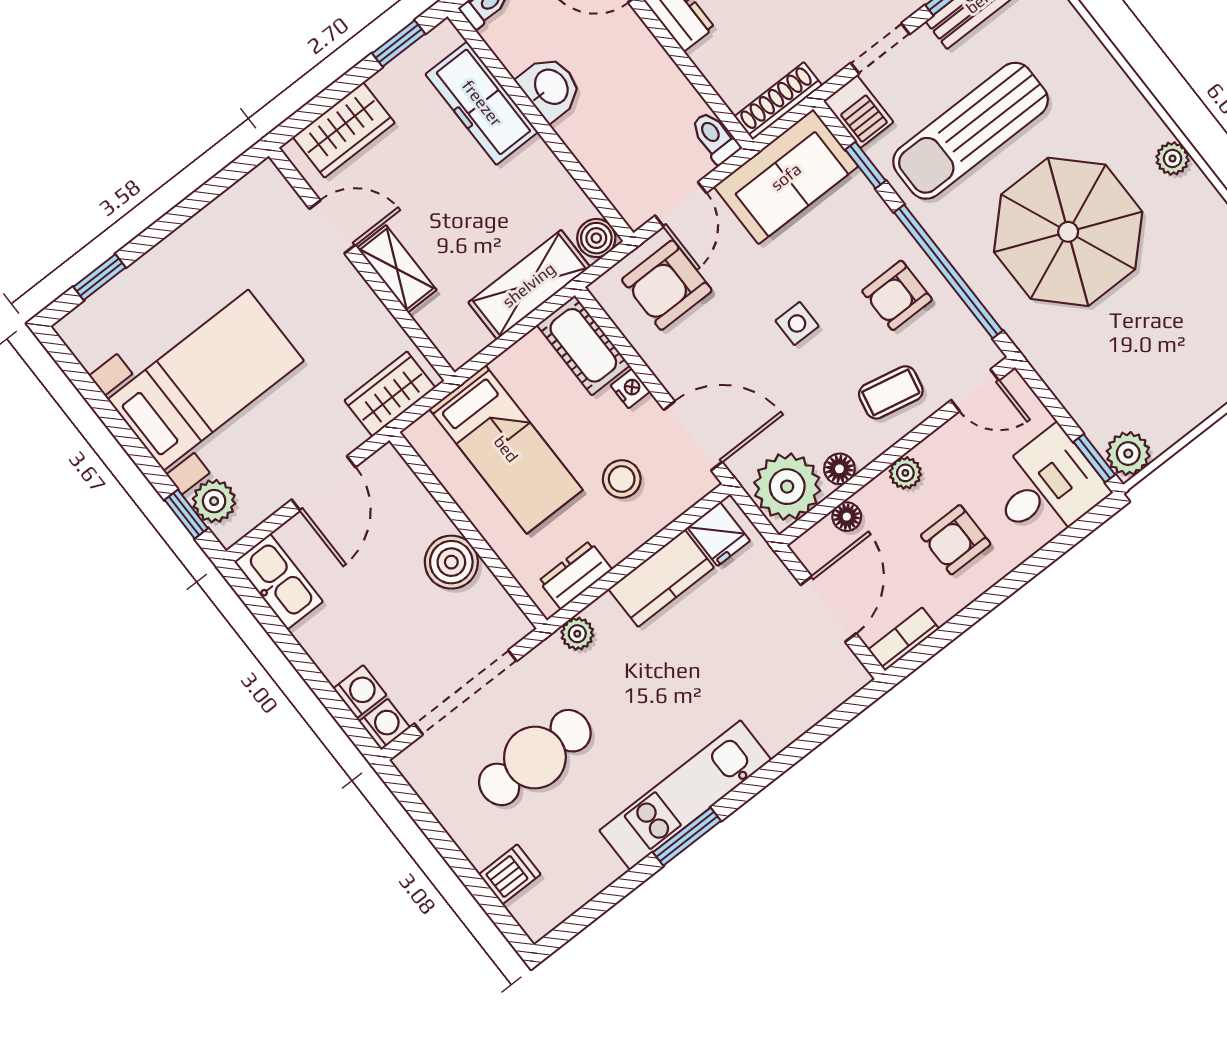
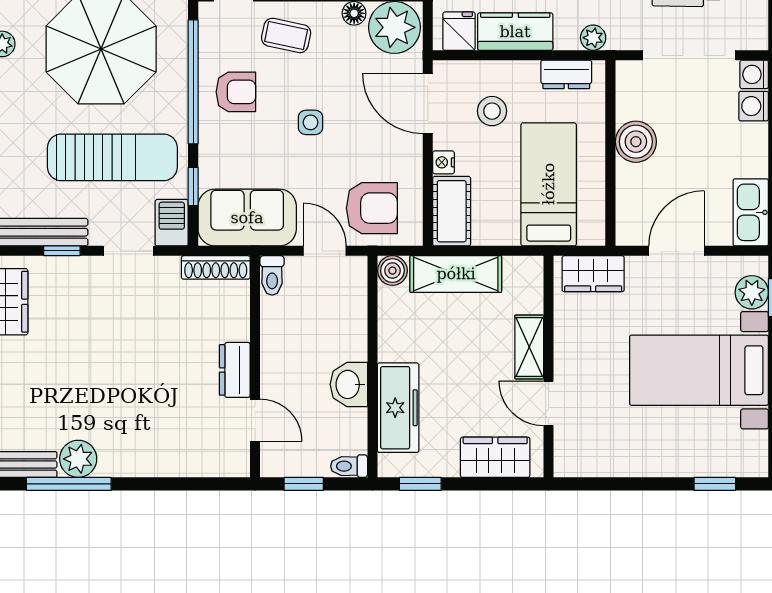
door: (681, 204) -> (325, 251), hinge flipped

